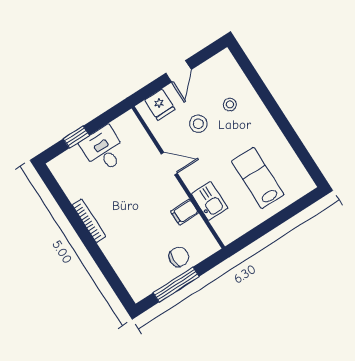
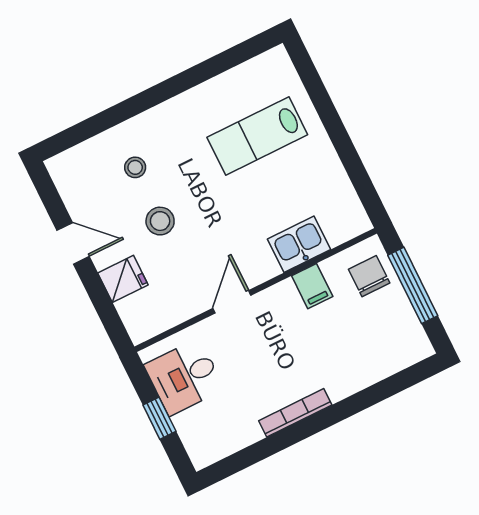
door: (169, 164) -> (232, 302), moved
wall: (178, 177) -> (256, 290), moved
kitchen sink: (210, 201) -> (299, 244), moved
filing cabinet: (185, 212) -> (312, 286), moved

